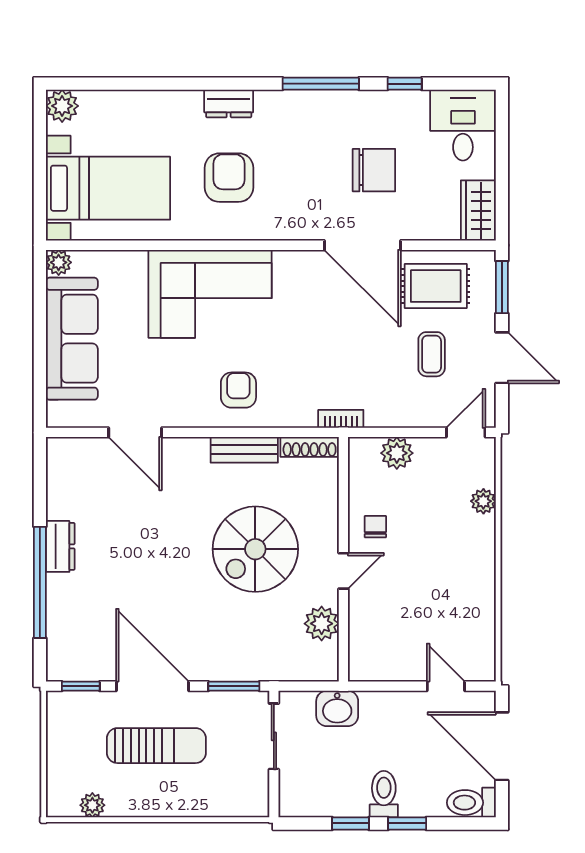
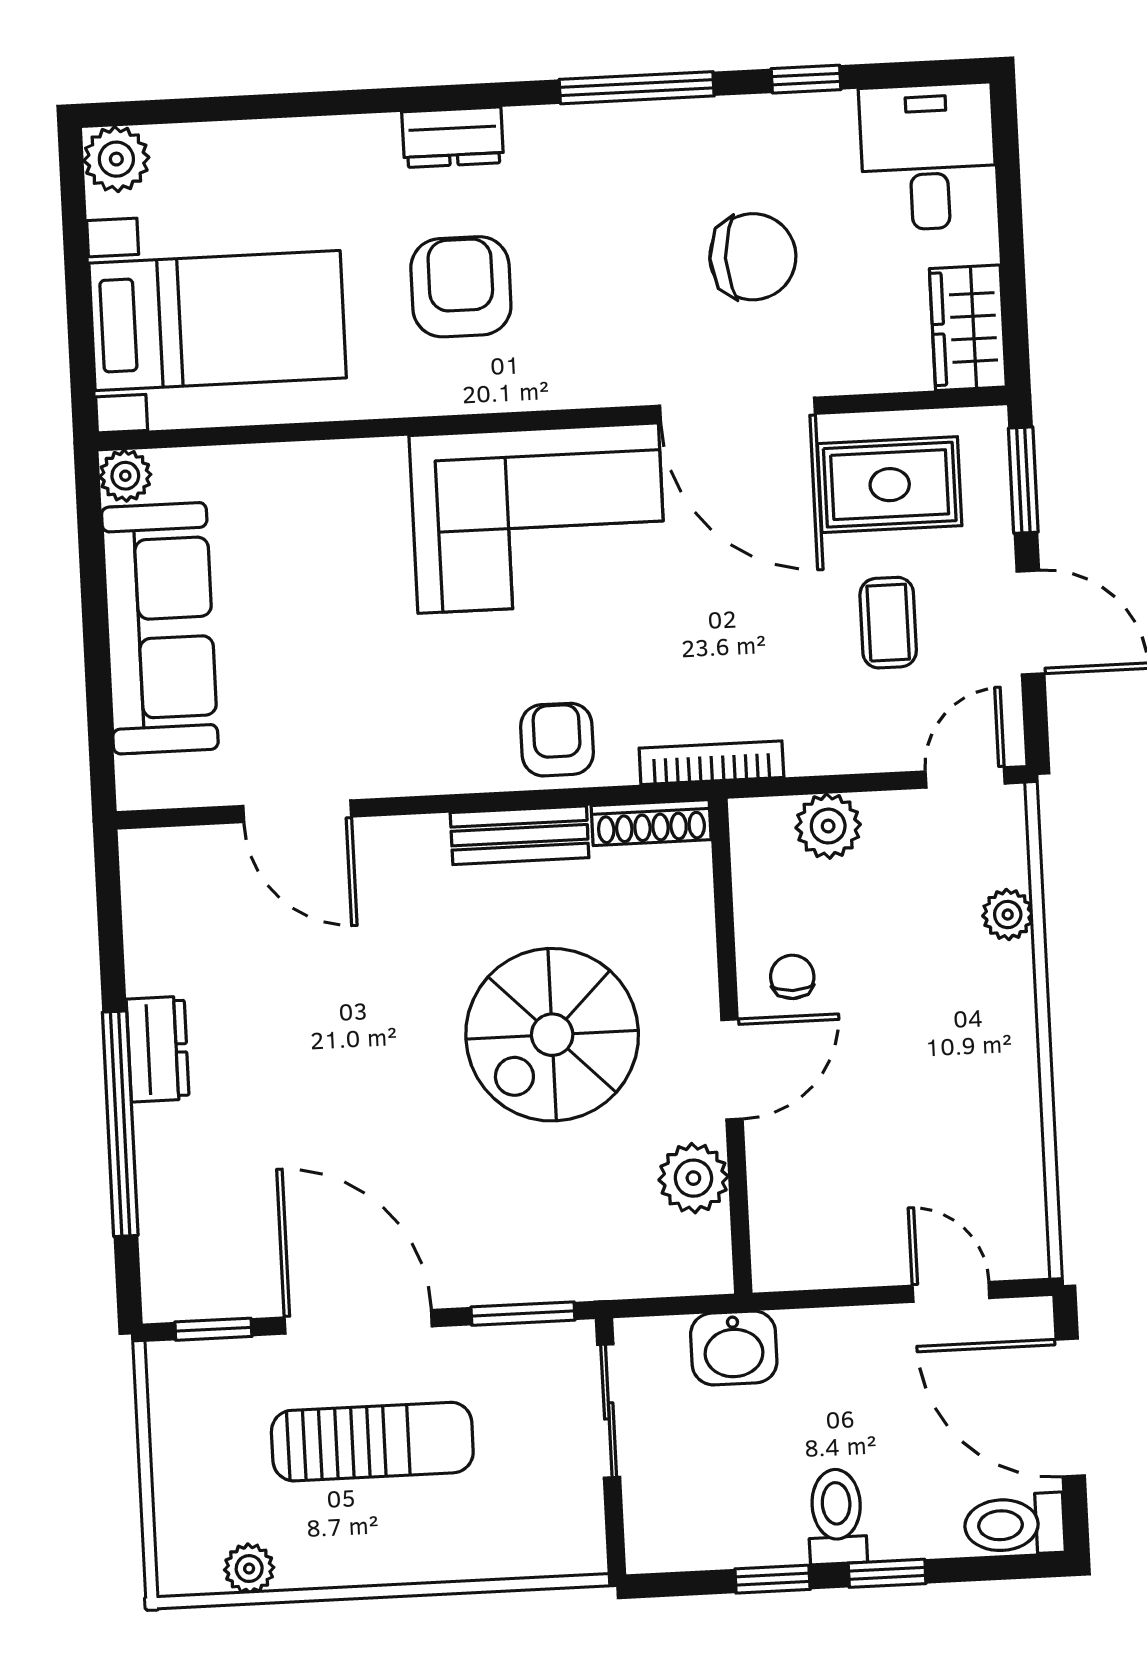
corner sofa: (210, 294) -> (538, 518), moved
armchair: (238, 390) -> (557, 740), moved
bookcase: (341, 419) -> (711, 763), width x1.56
door: (343, 571) -> (732, 1069), width x1.38

